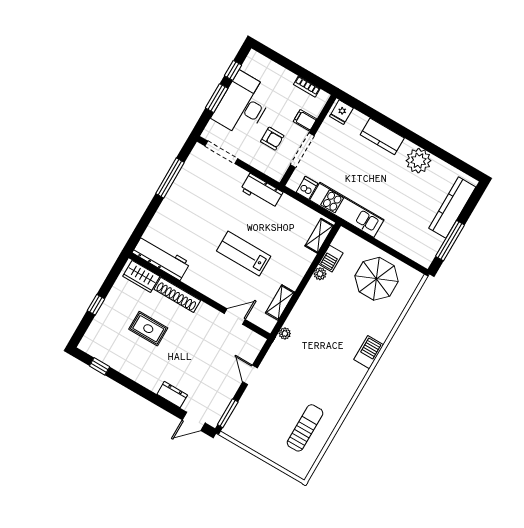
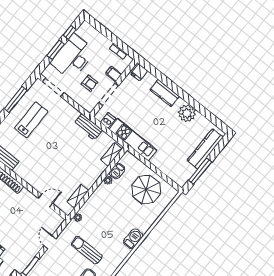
workbench: (262, 191) -> (88, 127), moved
lab bench: (244, 254) -> (31, 120), moved, turned 90
sun lounger: (305, 378) -> (87, 250), added

